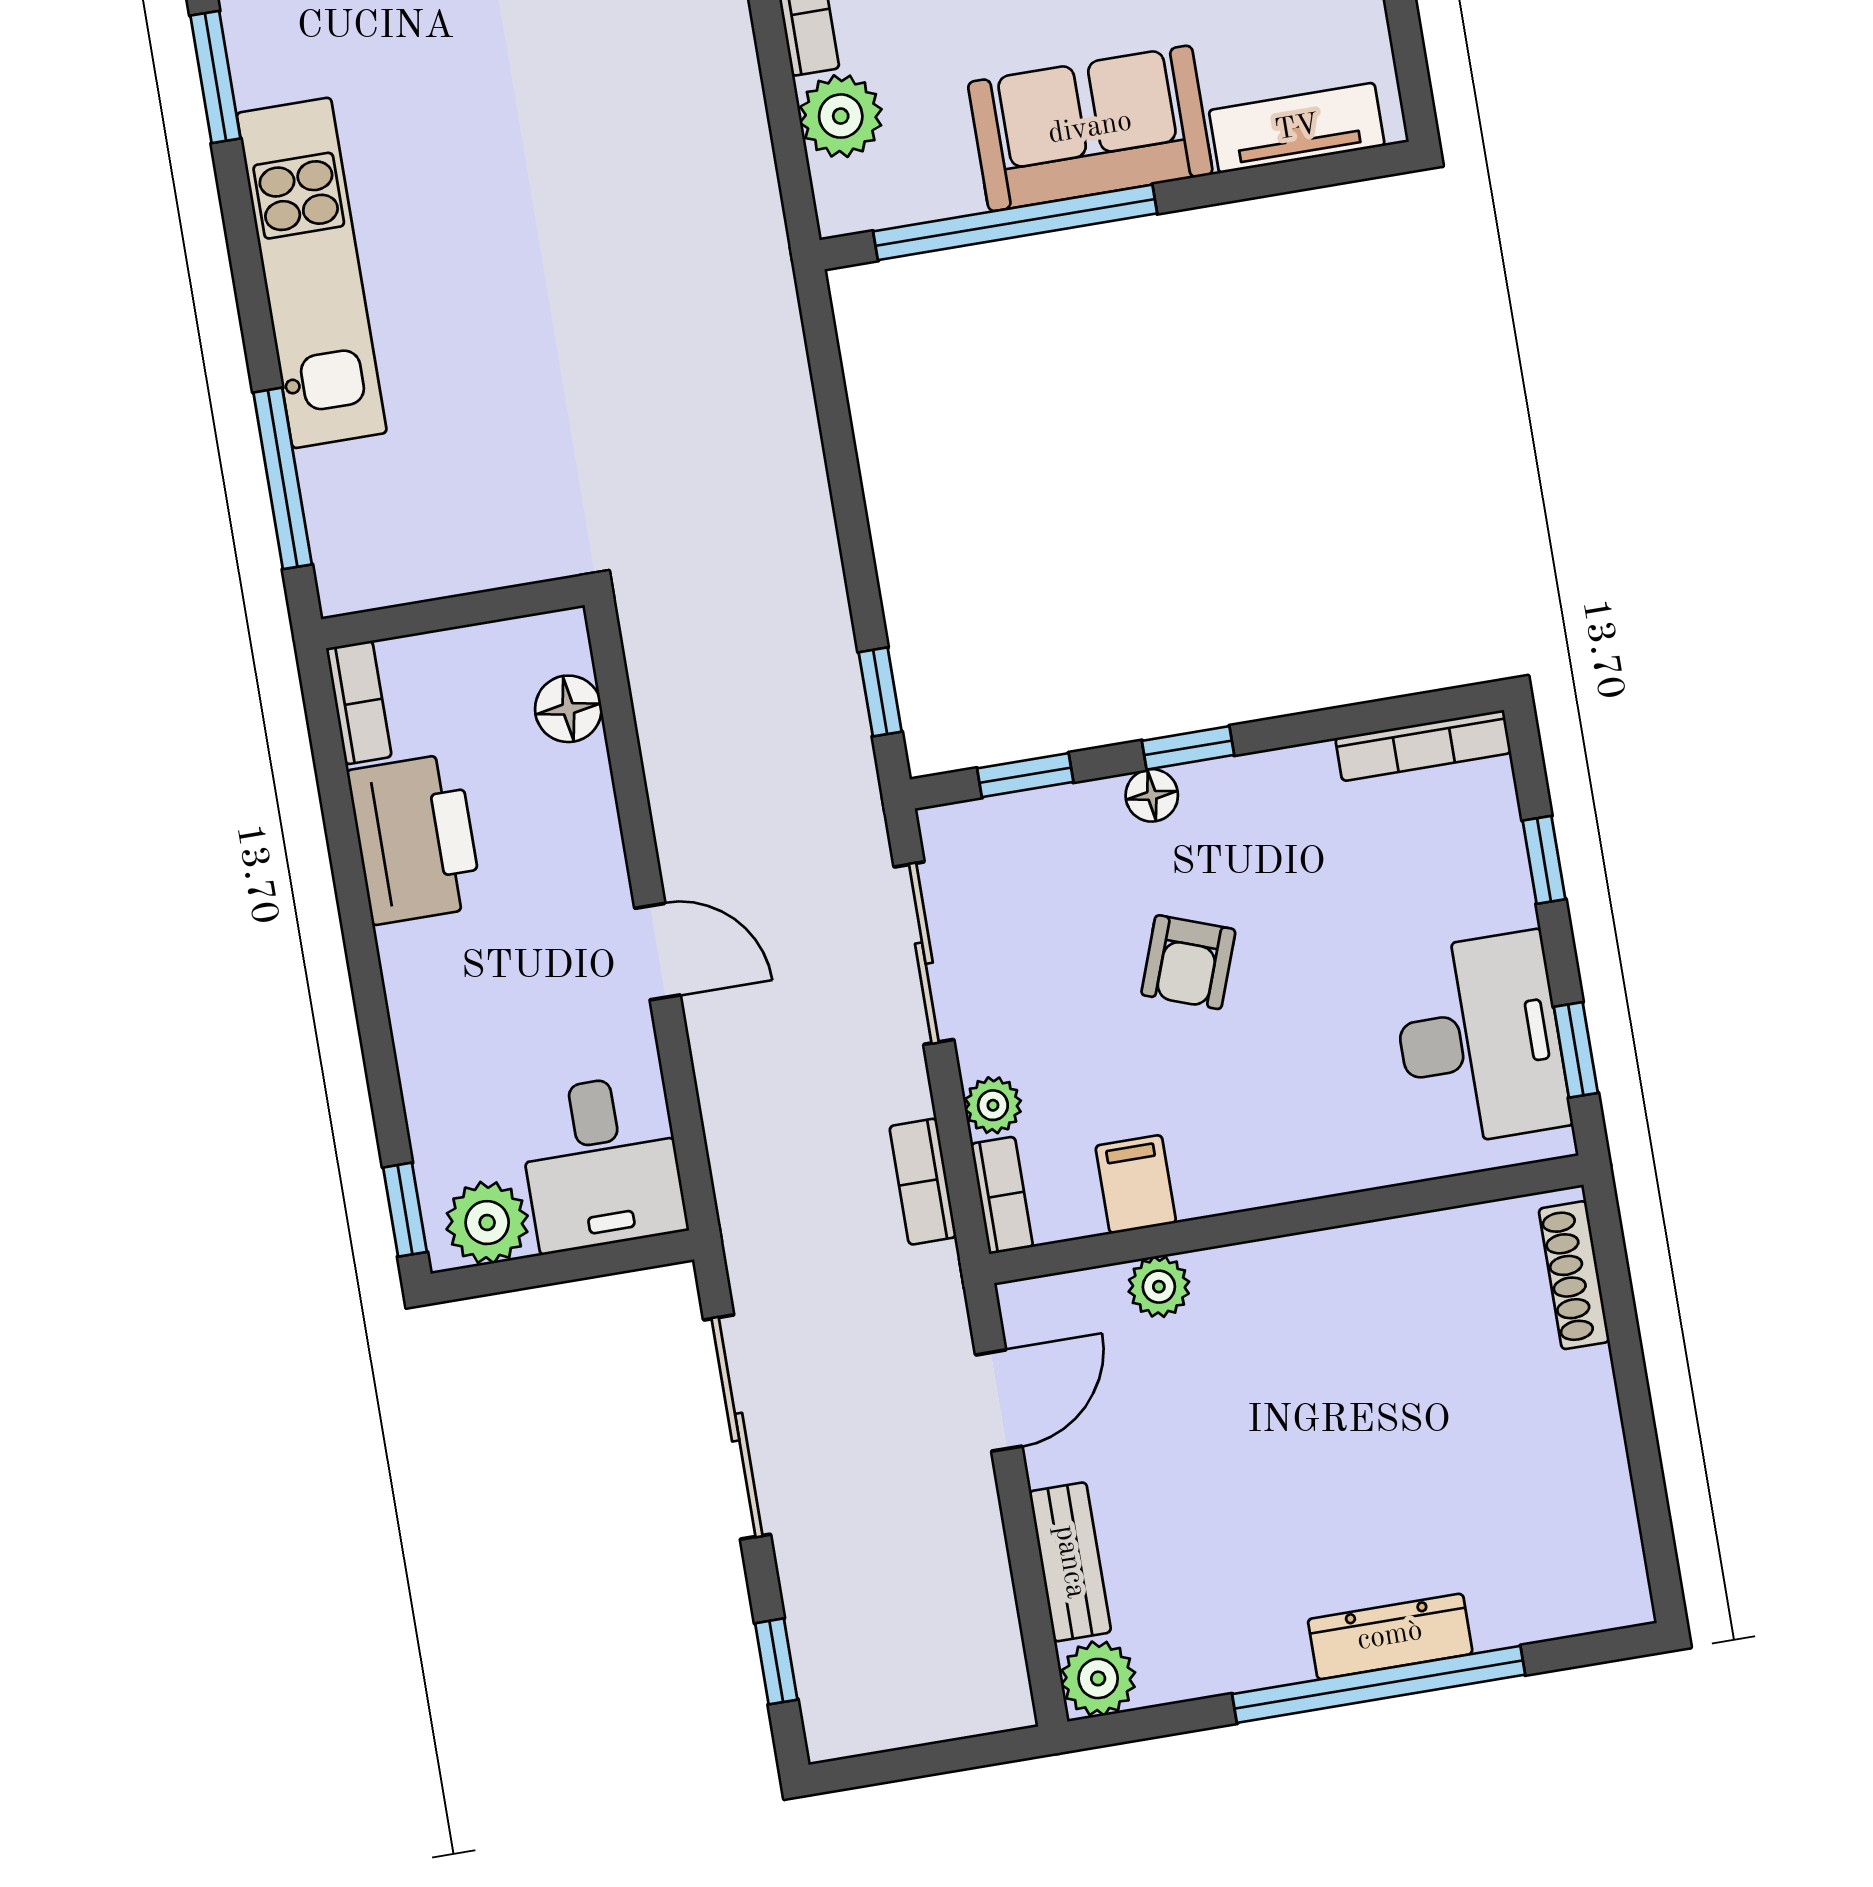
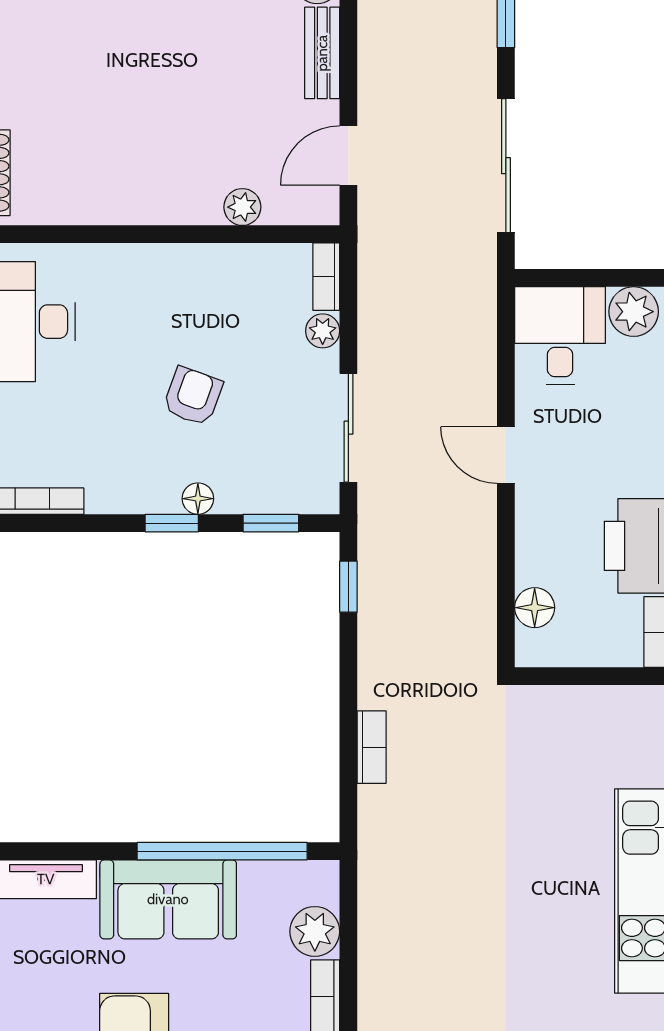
bookcase: (923, 1182) -> (372, 747), moved
filing cabinet: (1136, 1184) -> (246, 270), removed

